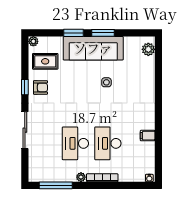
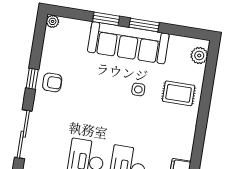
rug: (45, 61) -> (179, 93), moved

